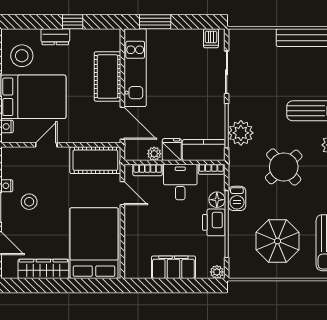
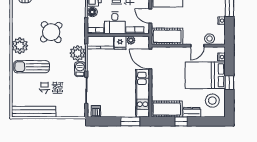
cot: (107, 76) -> (167, 109), moved, turned 90
barbecue: (237, 198) -> (80, 69), moved
stool: (29, 202) -> (210, 39), moved

